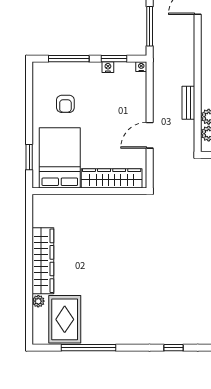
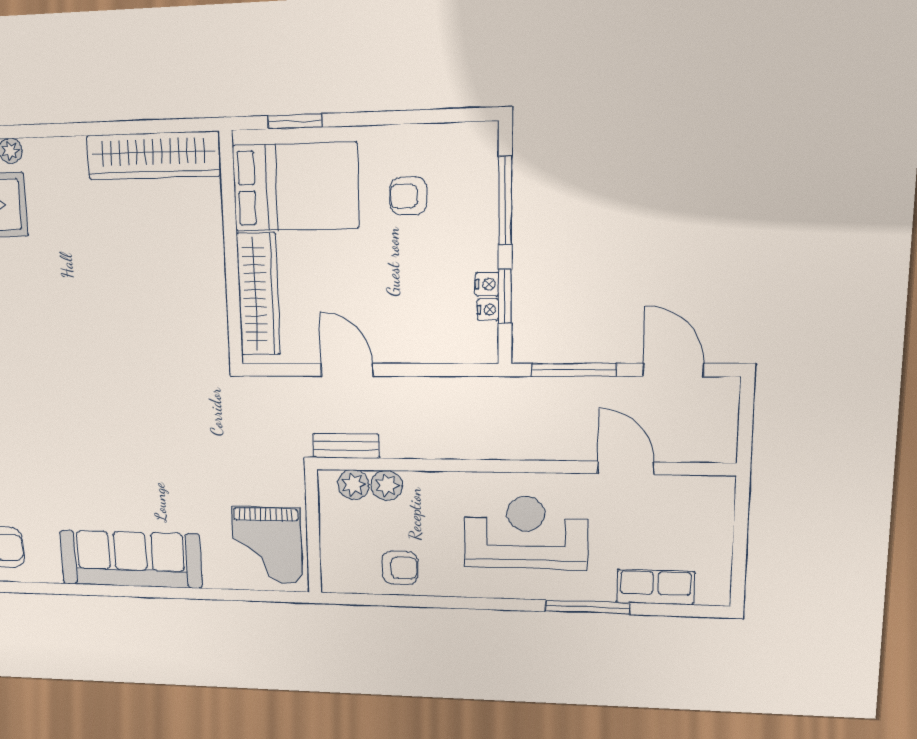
nightstand: (141, 67) -> (488, 310), moved
bench: (188, 103) -> (346, 446), moved
wardrobe: (43, 261) -> (153, 155), moved

